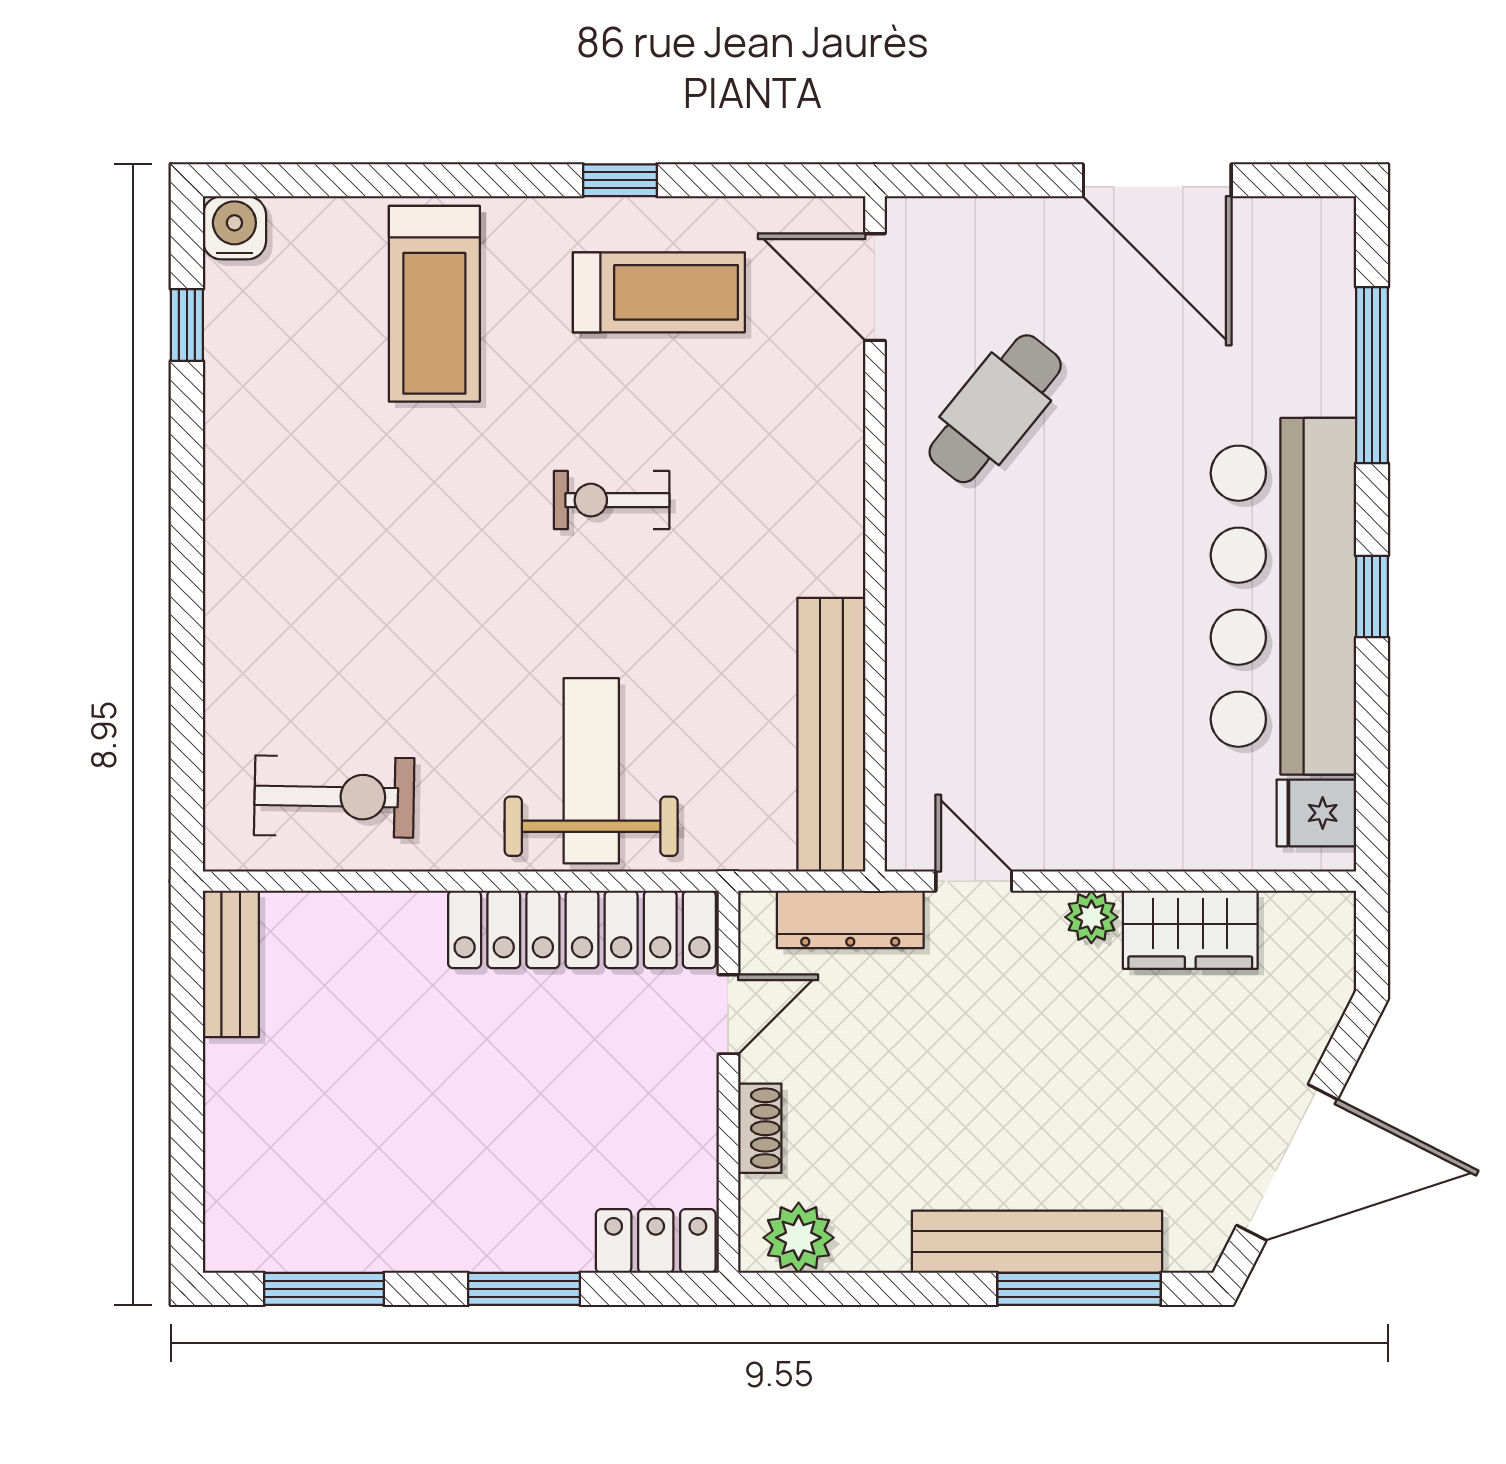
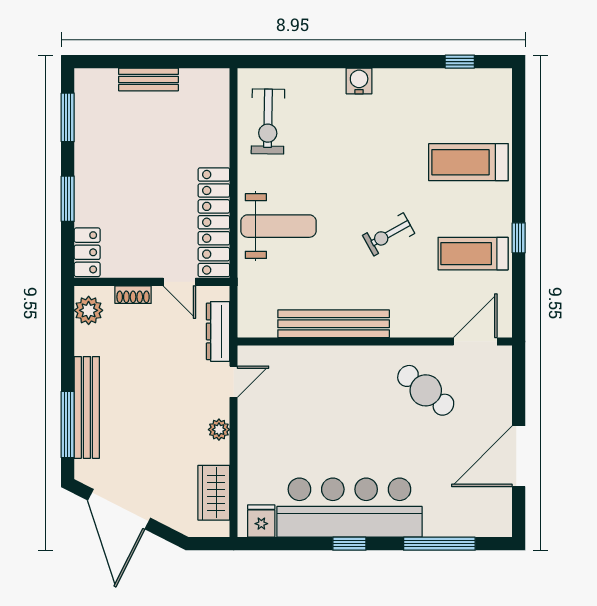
water cooler: (234, 228) -> (359, 81), moved, turned -90
treadmill: (659, 292) -> (473, 254), turned 90
exercise bike: (612, 500) -> (389, 234), turned -119
bench: (831, 735) -> (334, 324), moved
wardrobe: (1190, 930) -> (214, 493), moved
bench: (231, 964) -> (149, 79), moved

